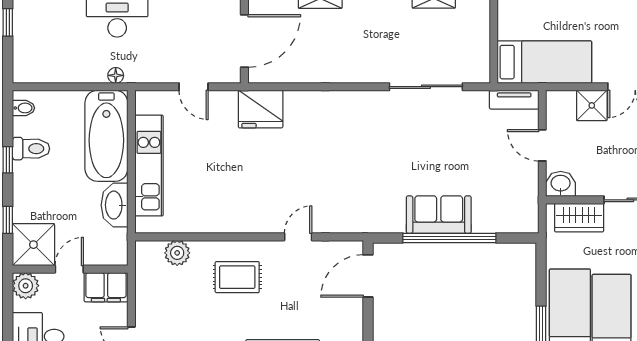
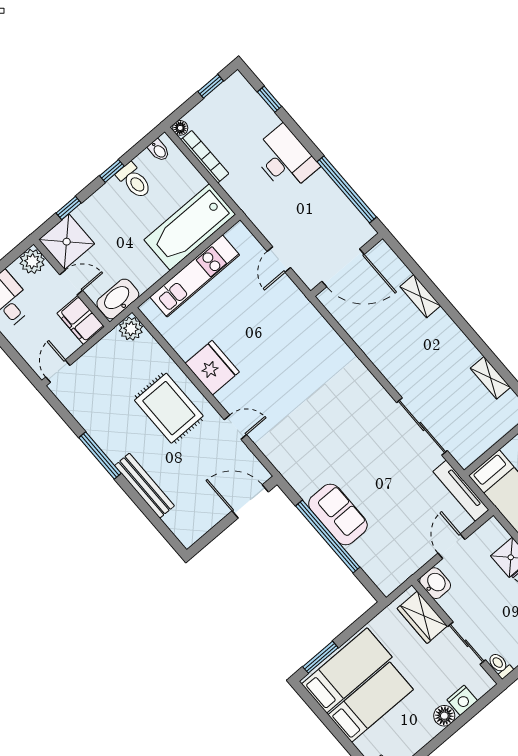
floor lamp: (116, 75) -> (180, 128), moved
bookcase: (60, 76) -> (205, 157), added
tv unit: (514, 100) -> (461, 491), width x1.41
fridge: (261, 109) -> (212, 368), moved, turned 180
washbasin: (115, 205) -> (118, 299), moved
plant: (177, 253) -> (131, 329), moved
rug: (237, 277) -> (169, 408), width x1.36, depth x1.43

